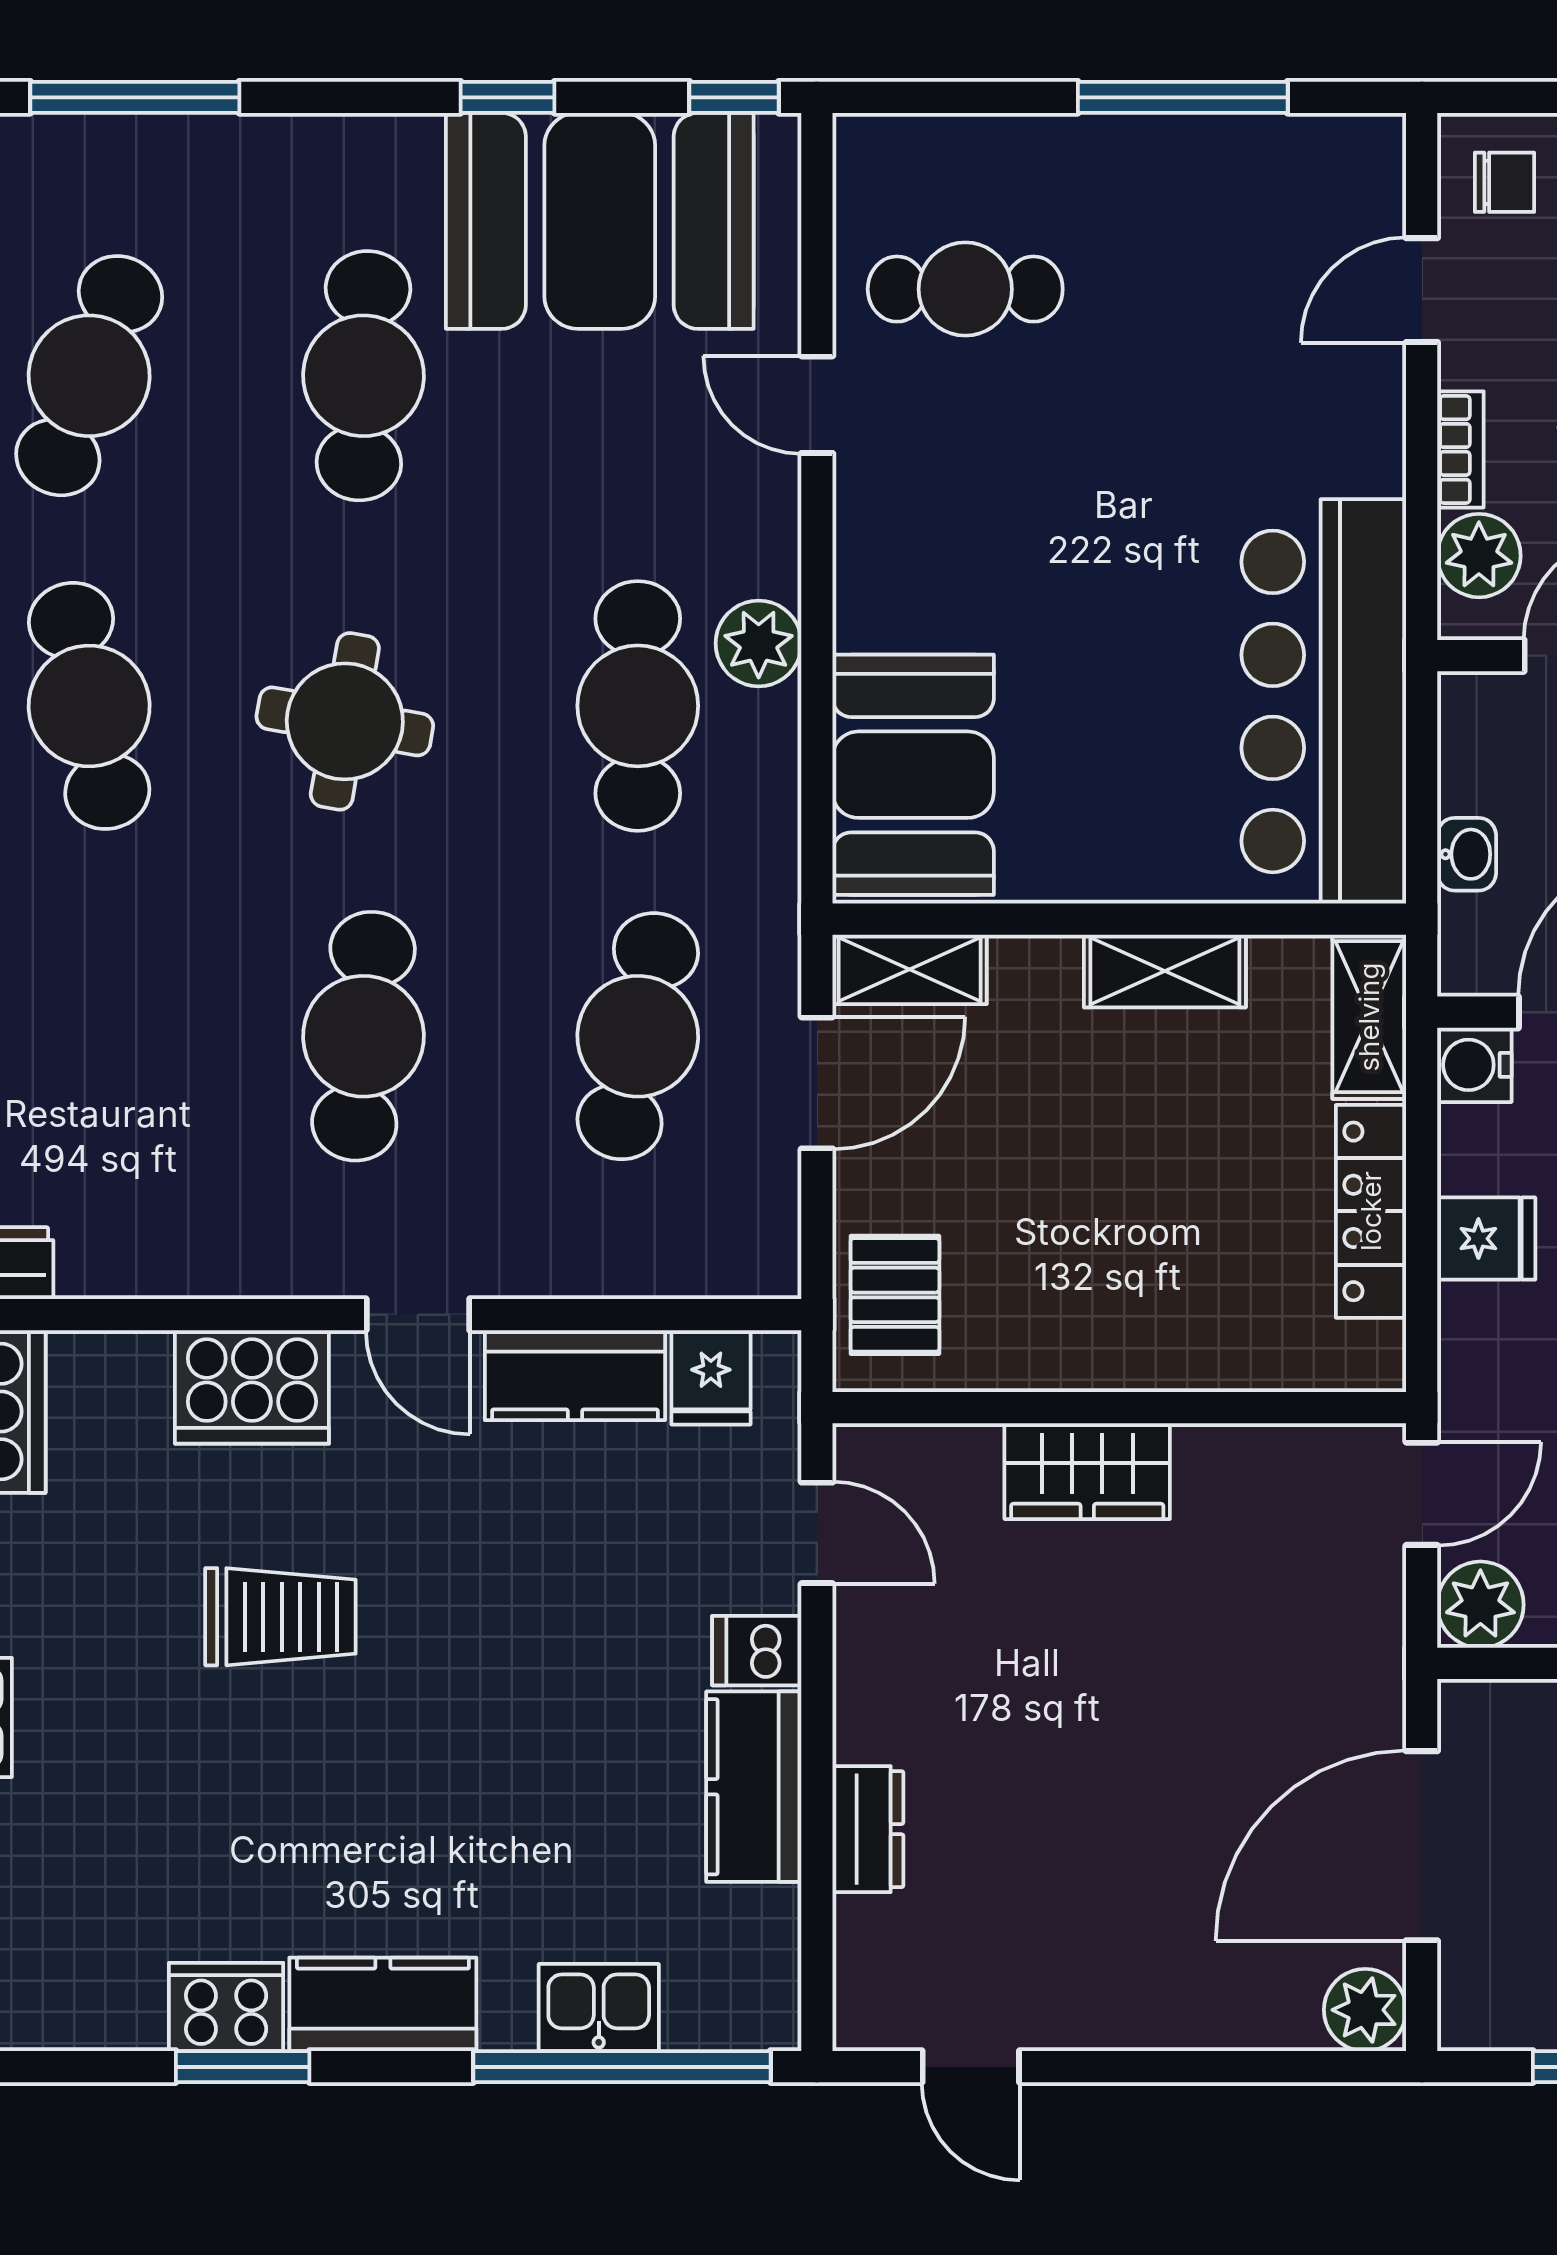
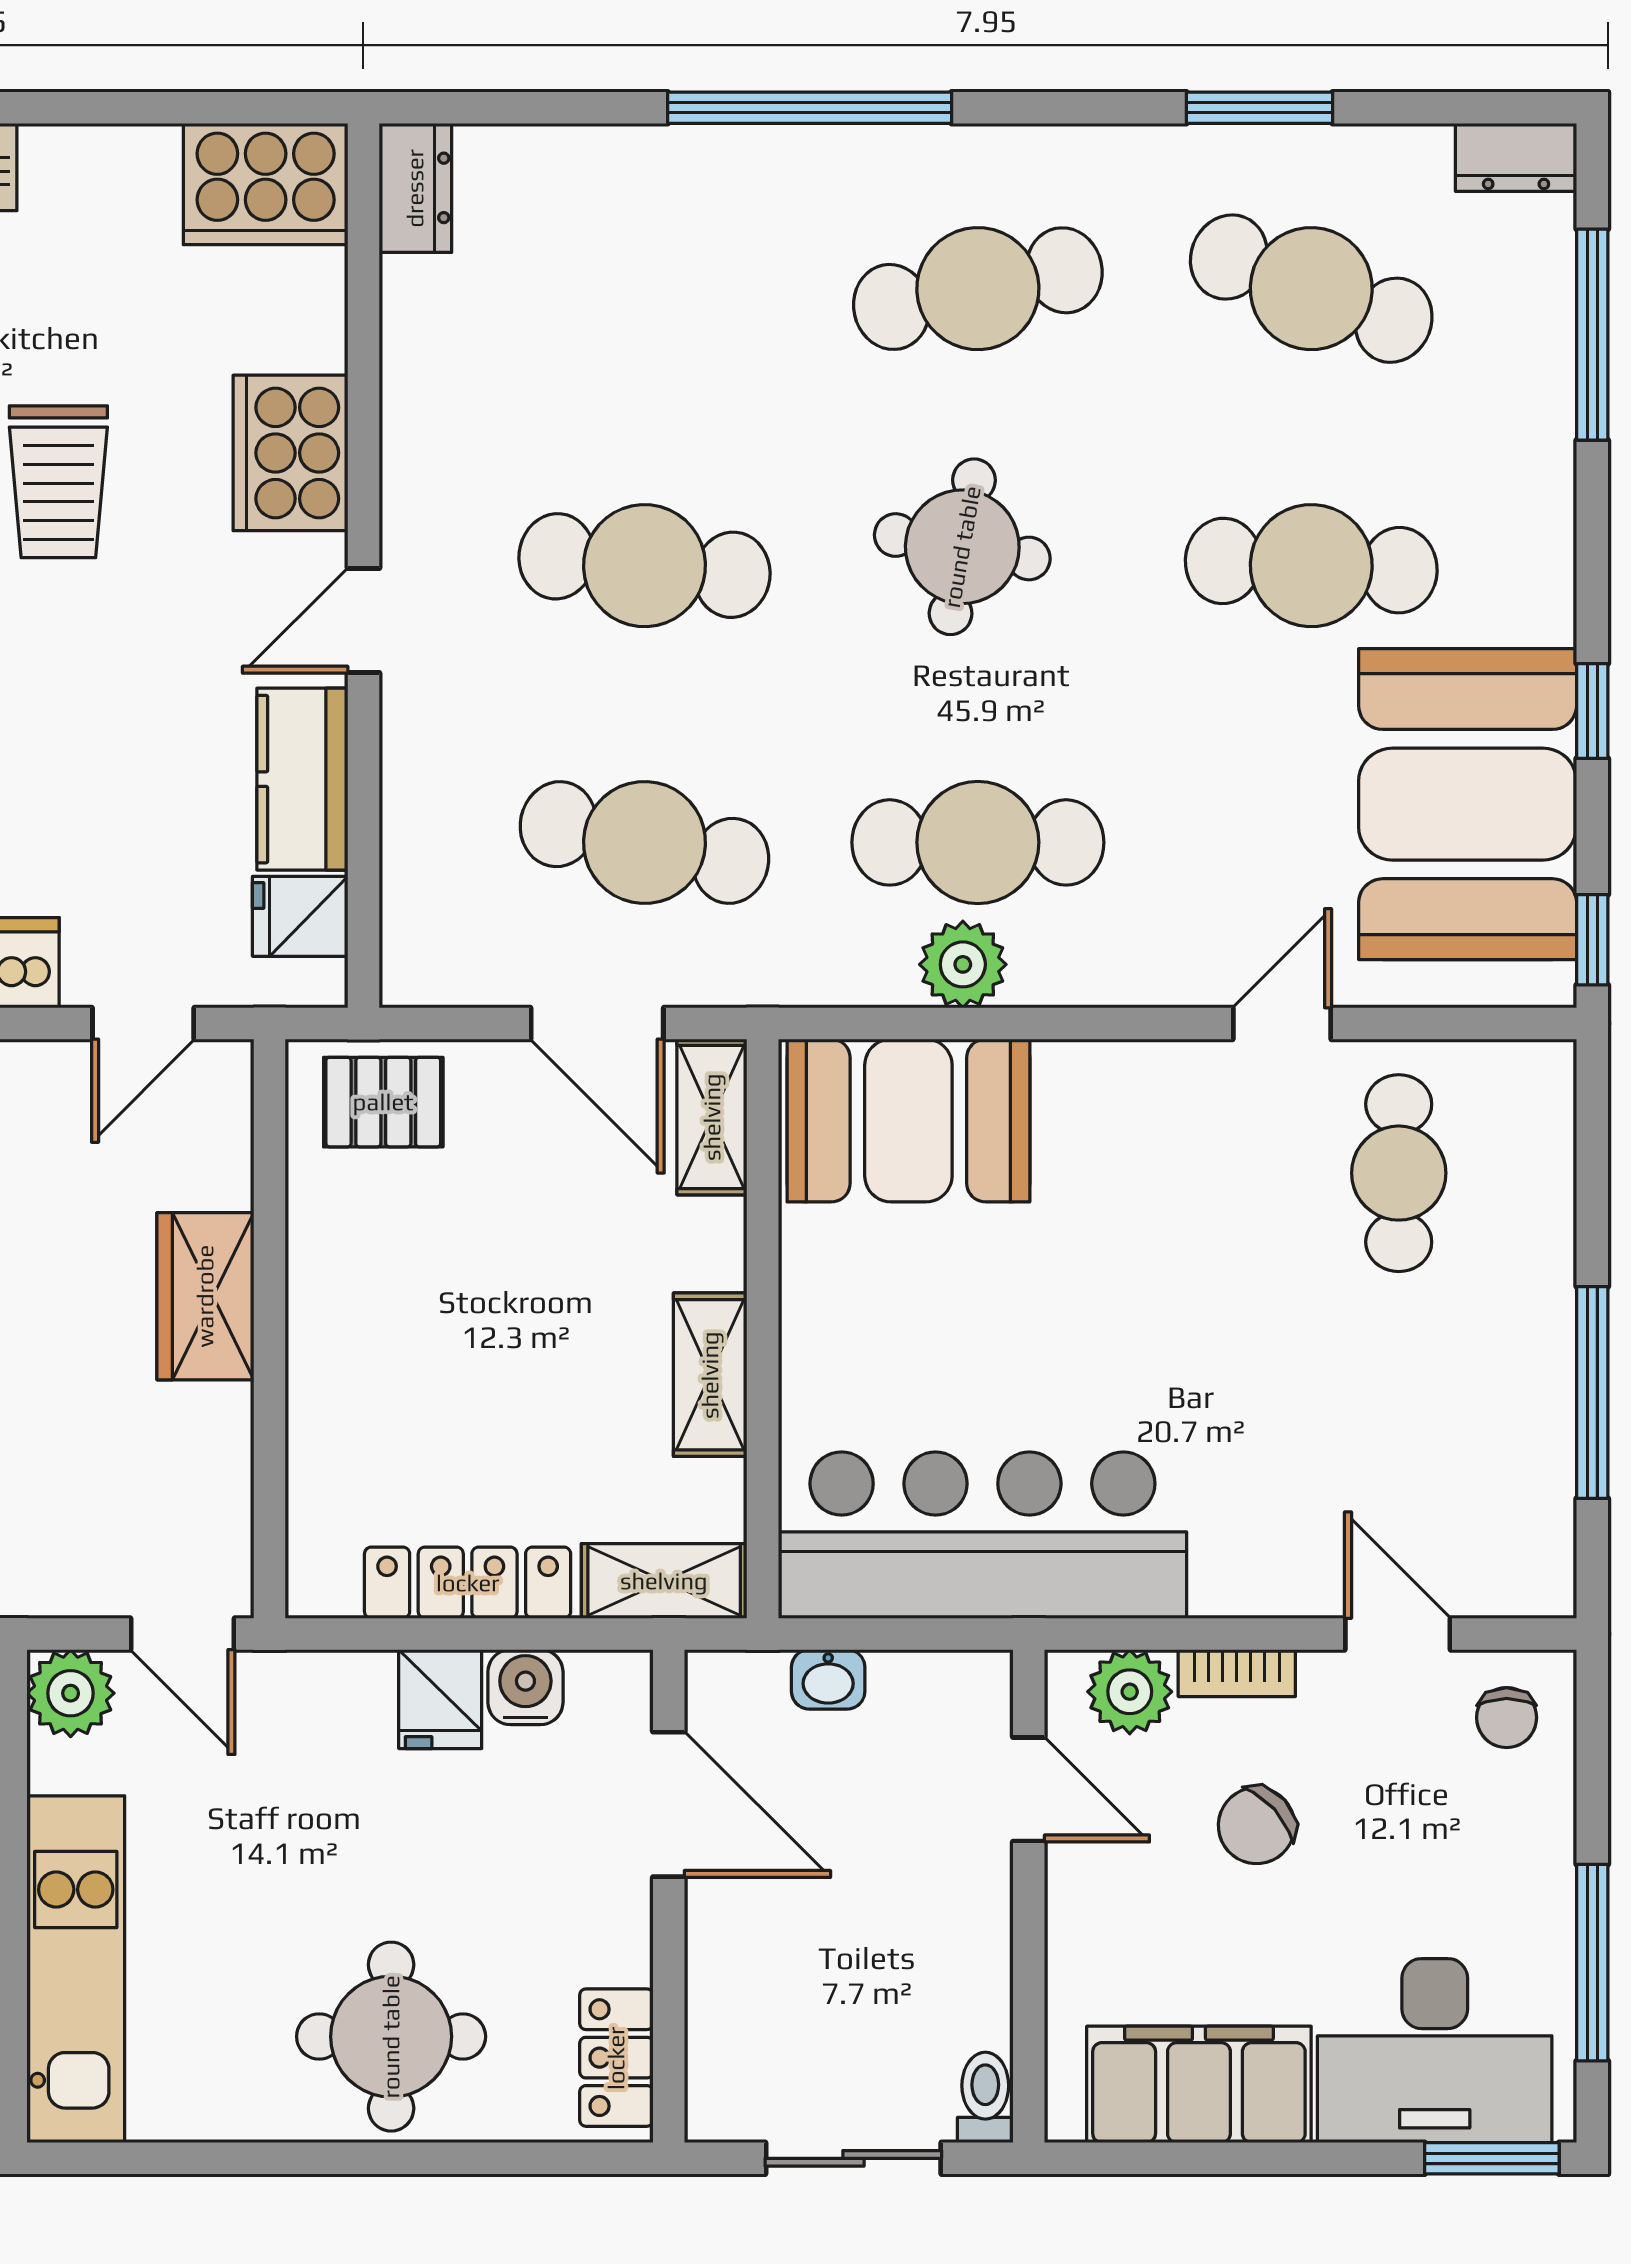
plant: (759, 643) -> (963, 964), moved
water cooler: (1474, 1065) -> (525, 1687), moved

